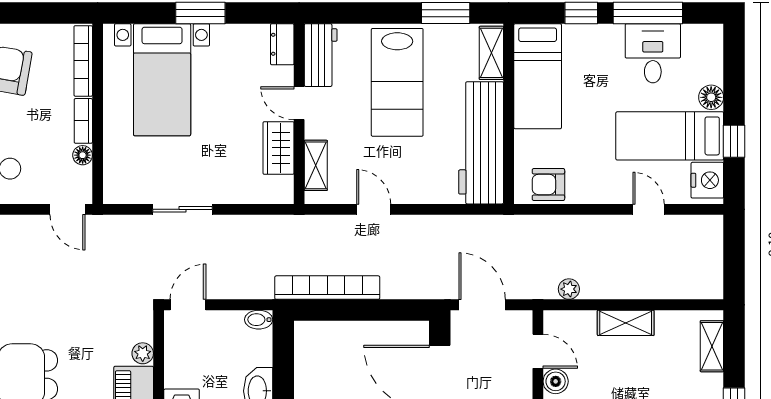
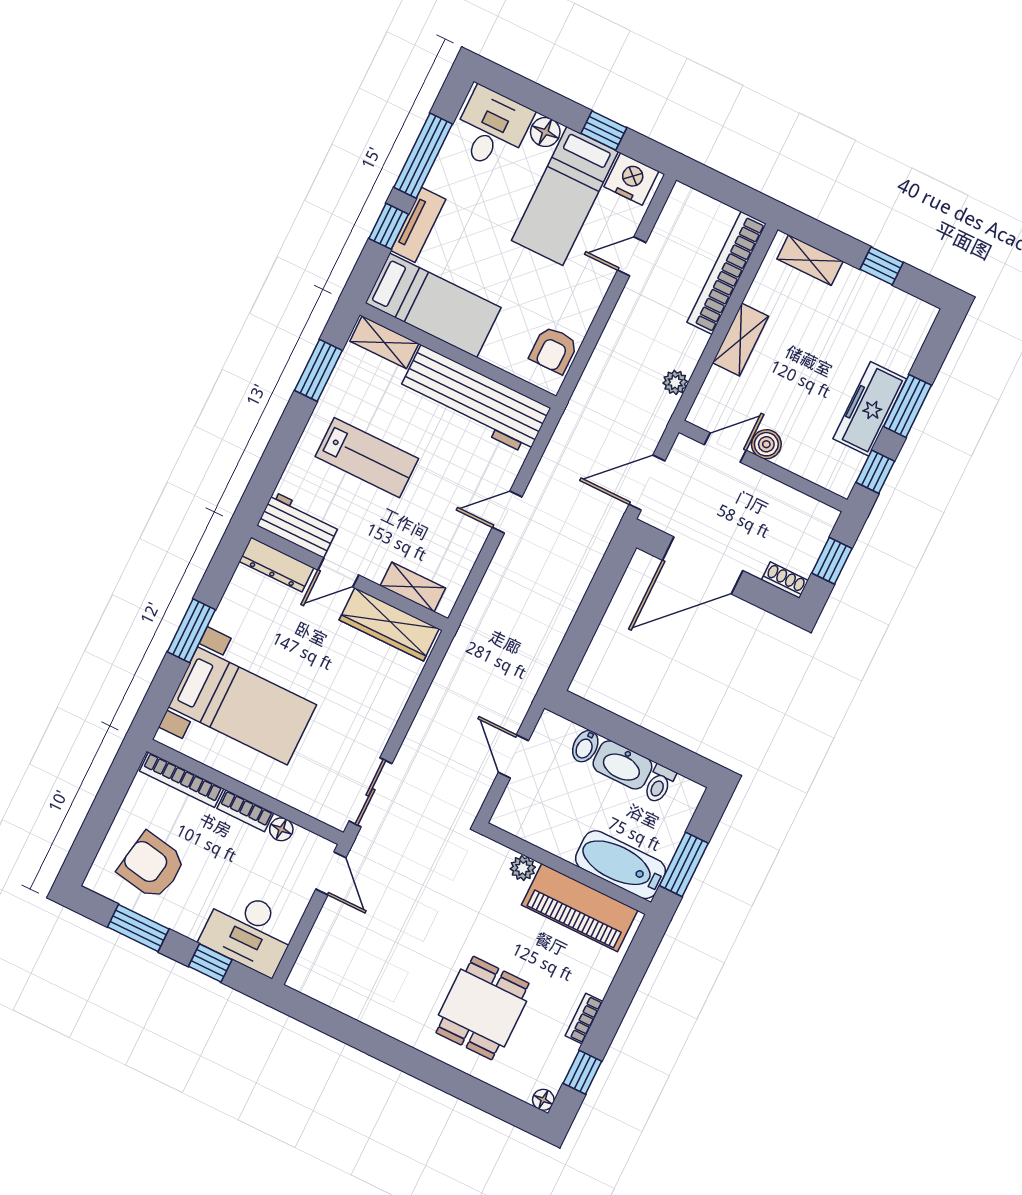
tv unit: (593, 35) -> (418, 225), added
dresser: (282, 44) -> (277, 565), width x1.44
desk: (653, 53) -> (492, 129), moved, turned 90
lab bench: (397, 82) -> (367, 458), width x0.73, depth x0.72
wardrobe: (279, 148) -> (389, 624), width x1.50
door: (67, 209) -> (331, 873), hinge flipped
sliding door: (182, 209) -> (370, 792), moved
door: (374, 209) -> (507, 512), moved
bookcase: (327, 288) -> (727, 273), moved
door: (188, 305) -> (513, 756), moved
bidet: (259, 320) -> (585, 746), moved

